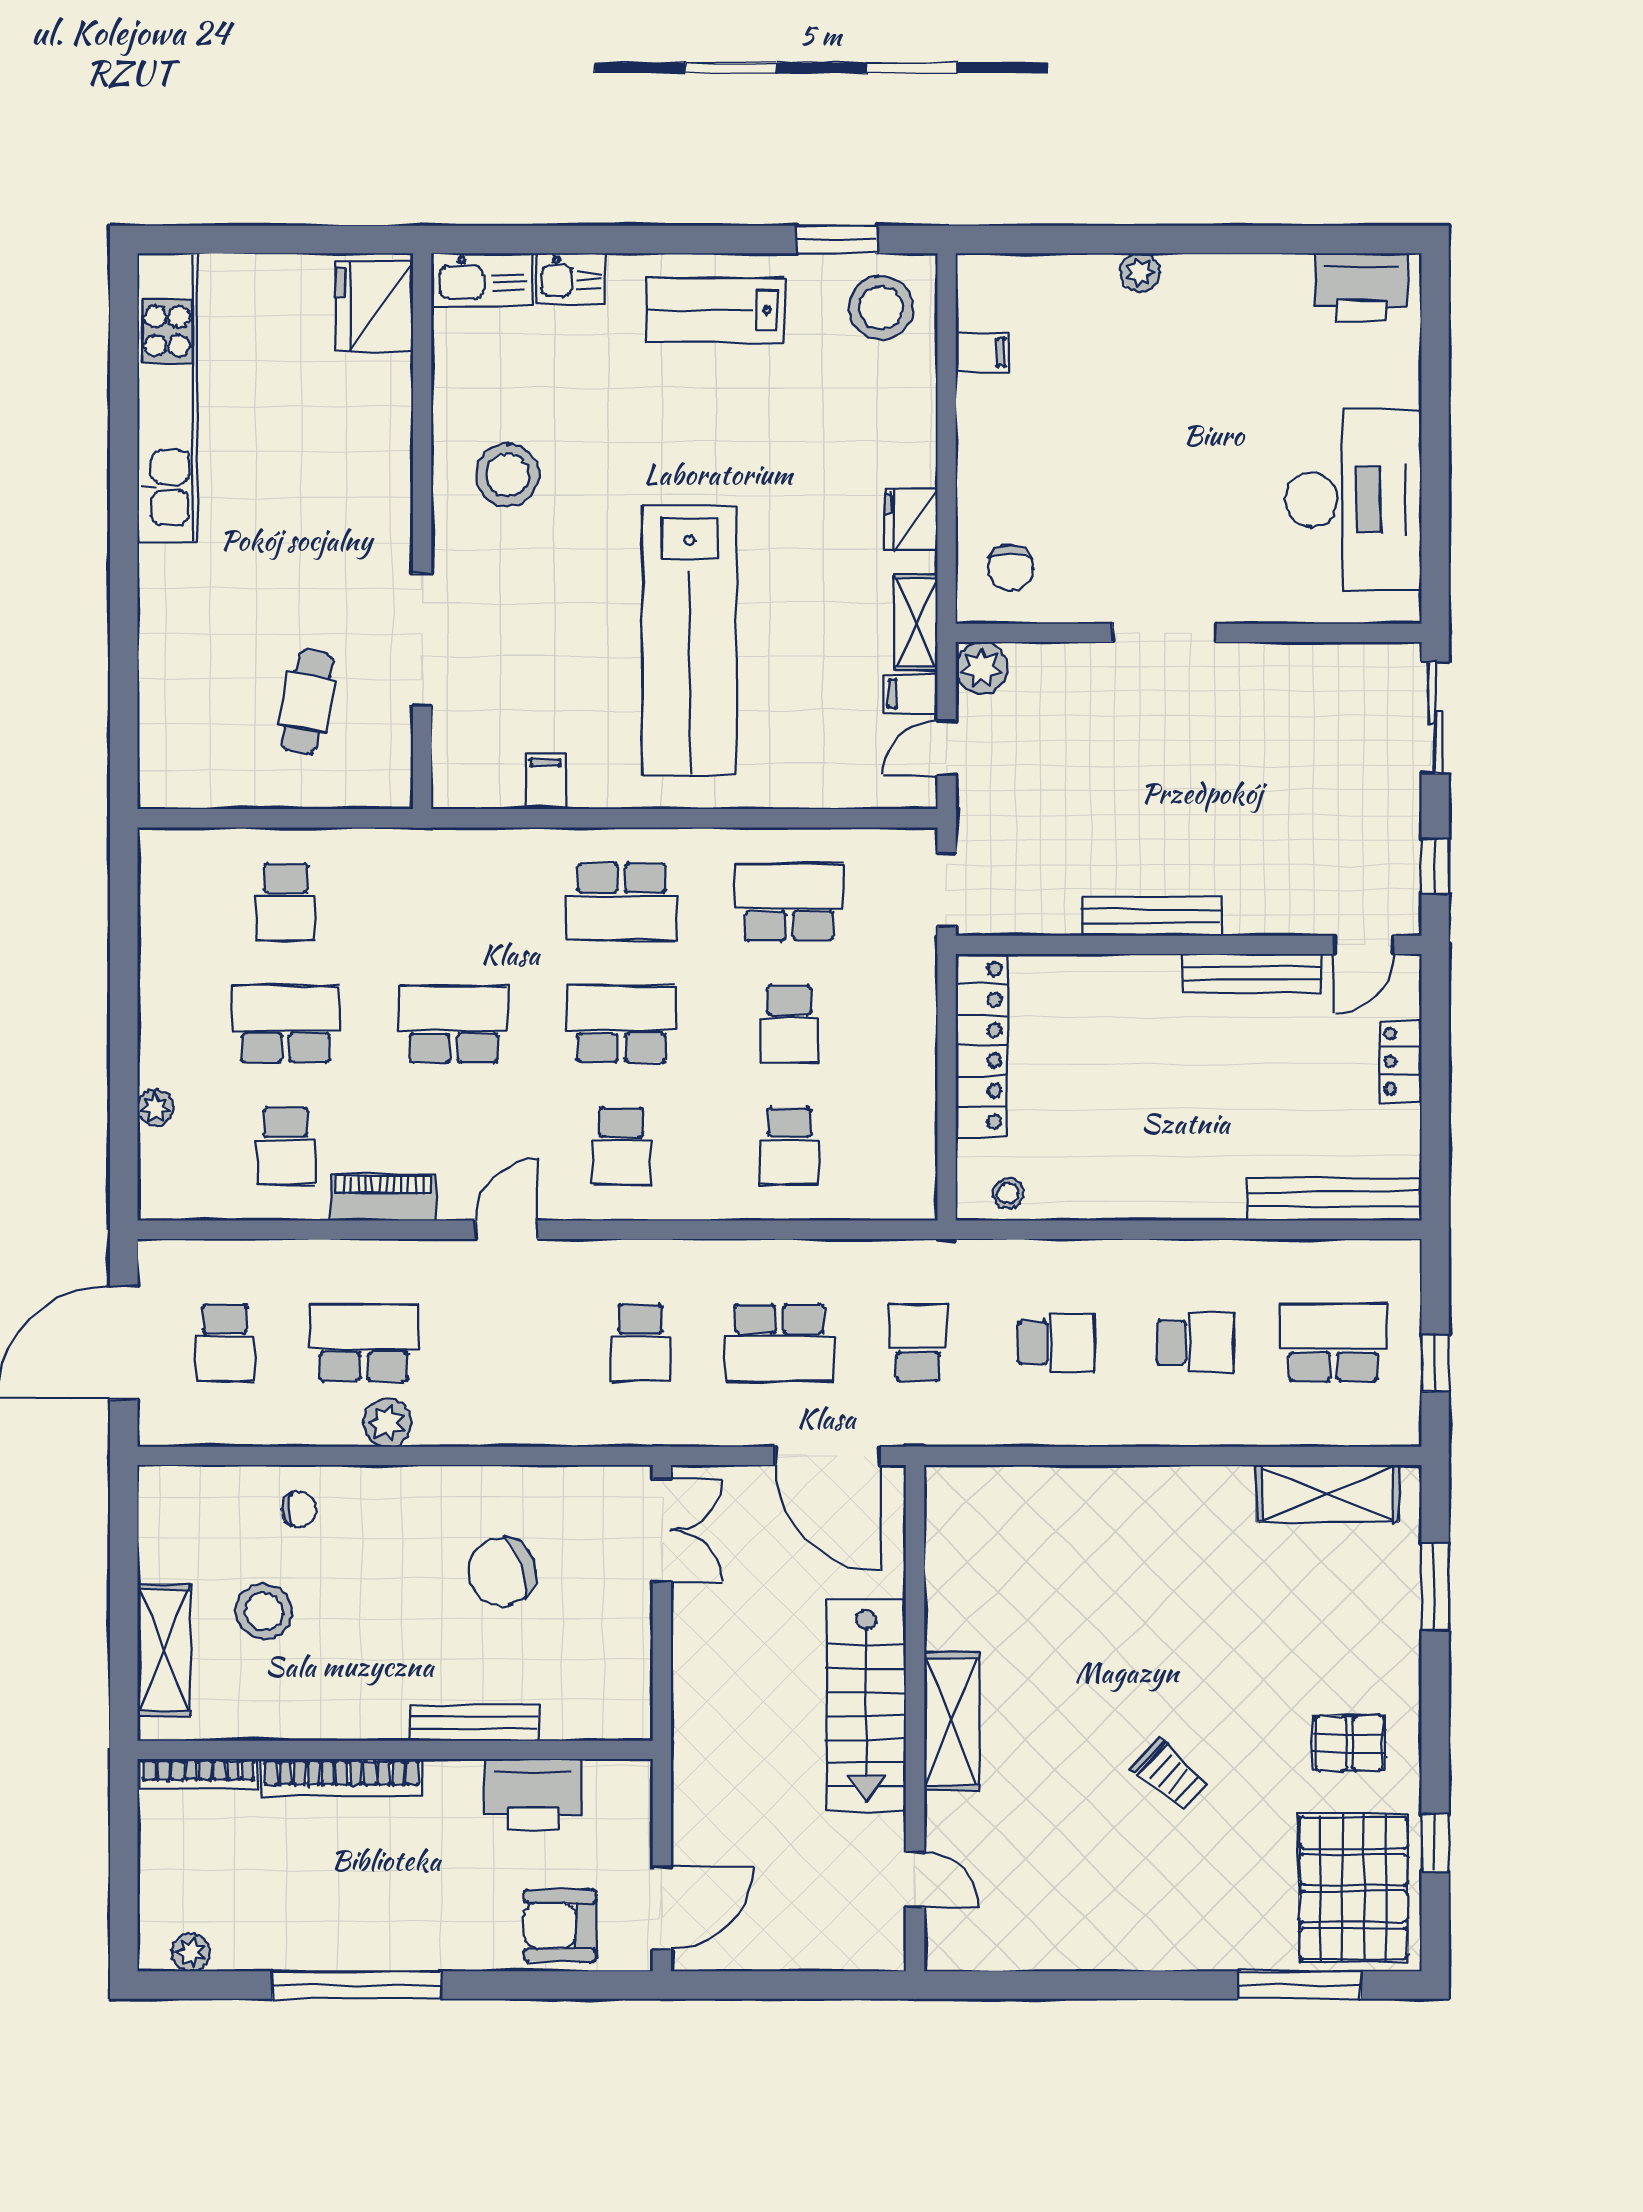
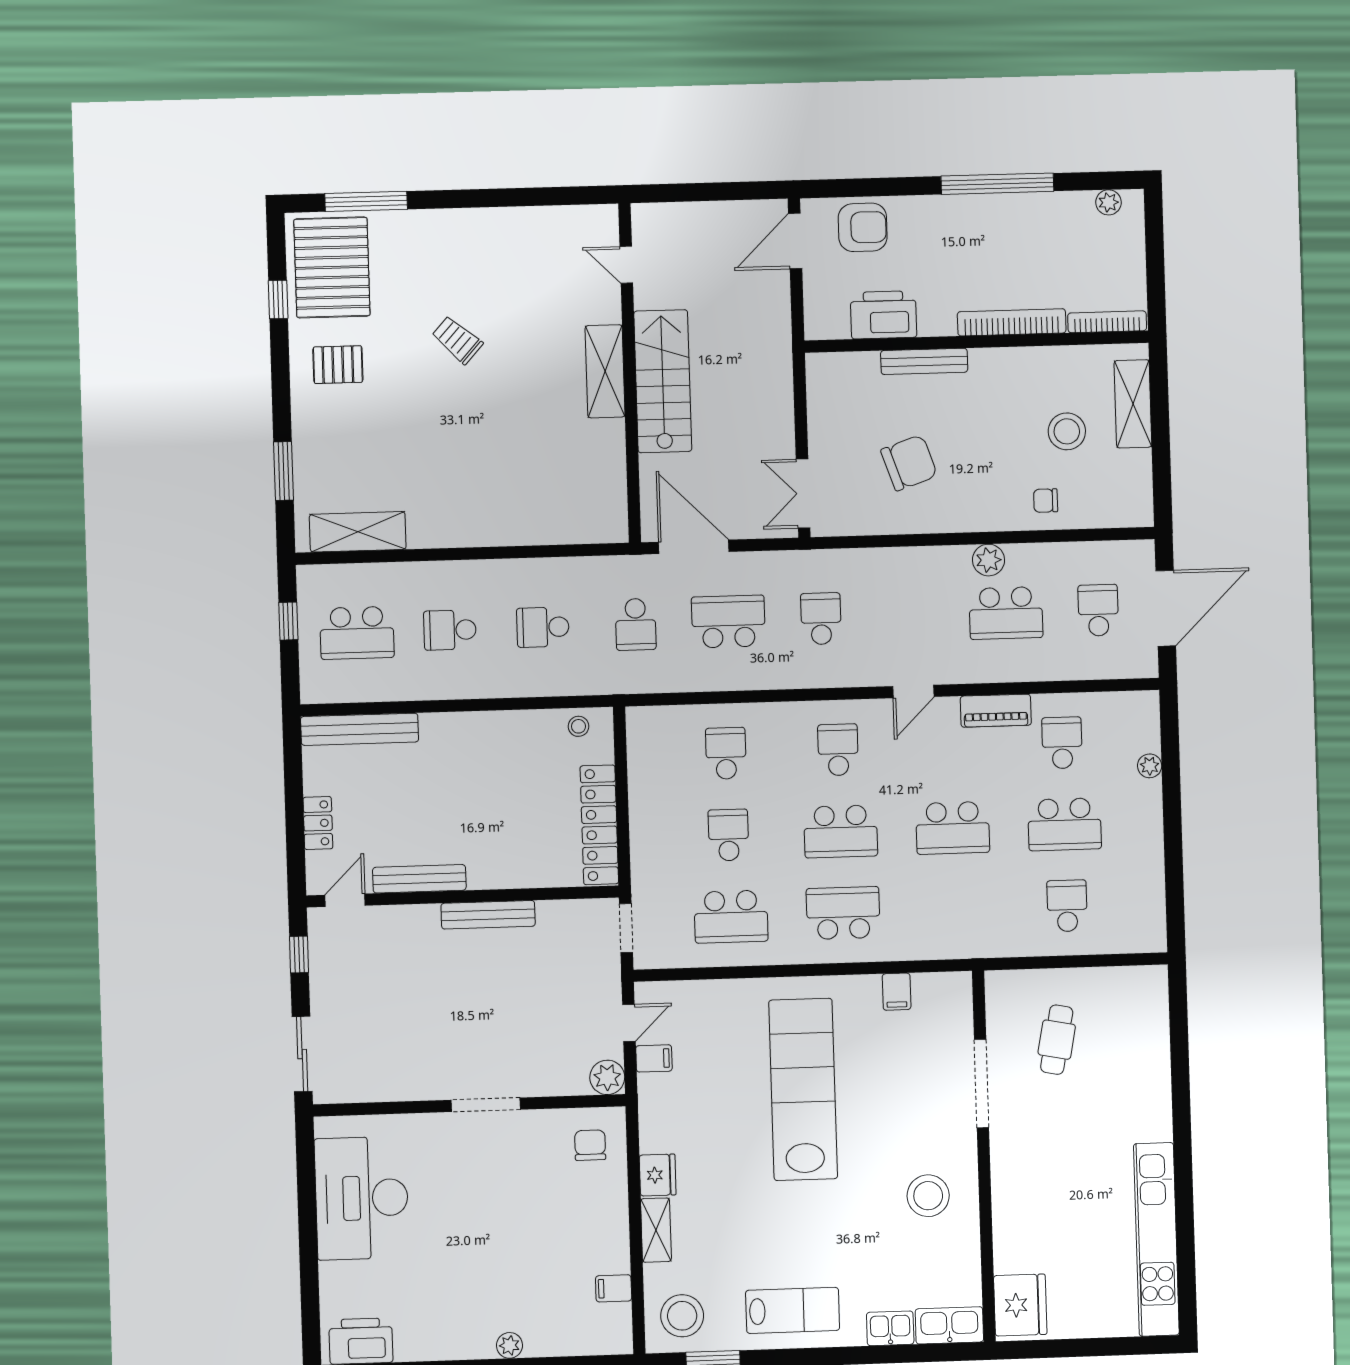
shelving: (916, 622) -> (656, 1230), moved

